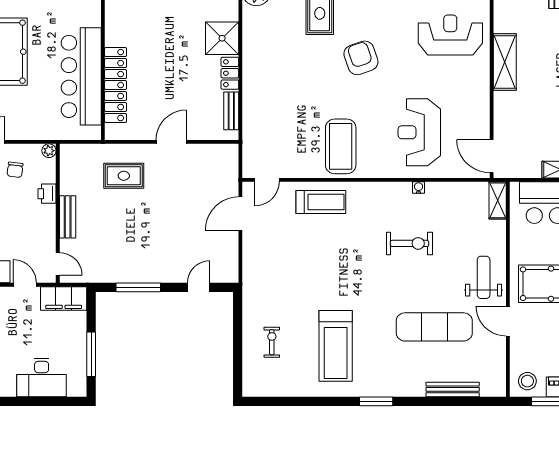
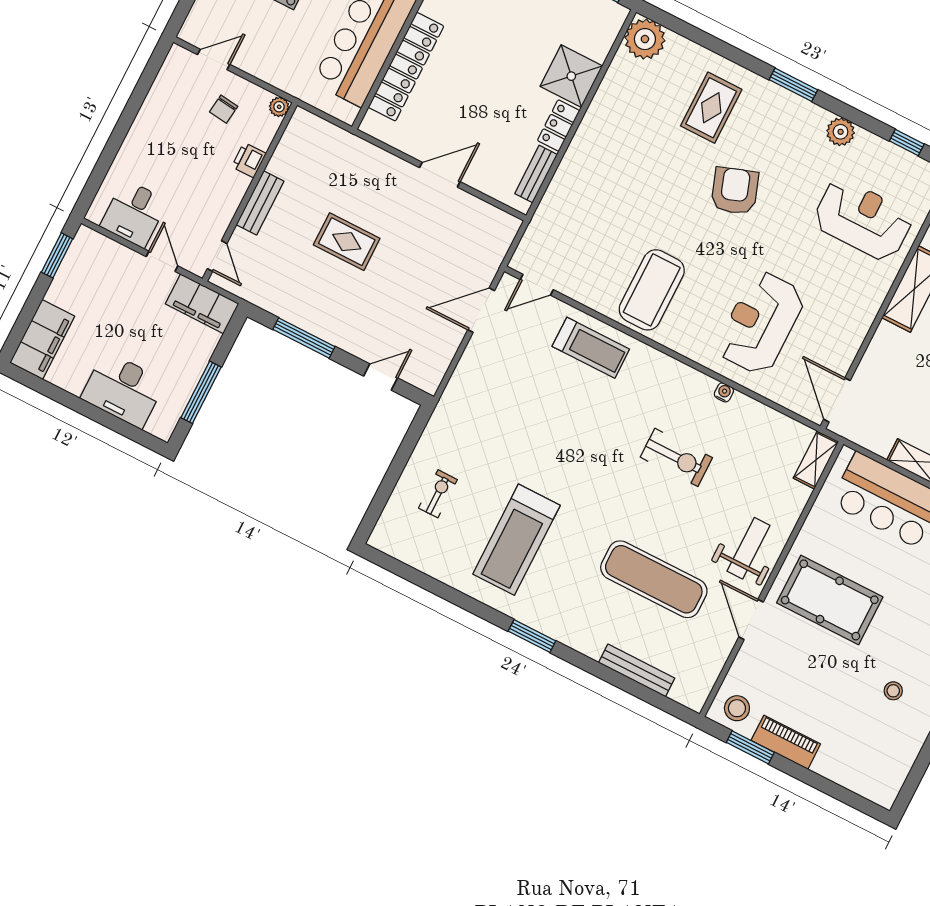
rug: (124, 176) -> (347, 242), moved

